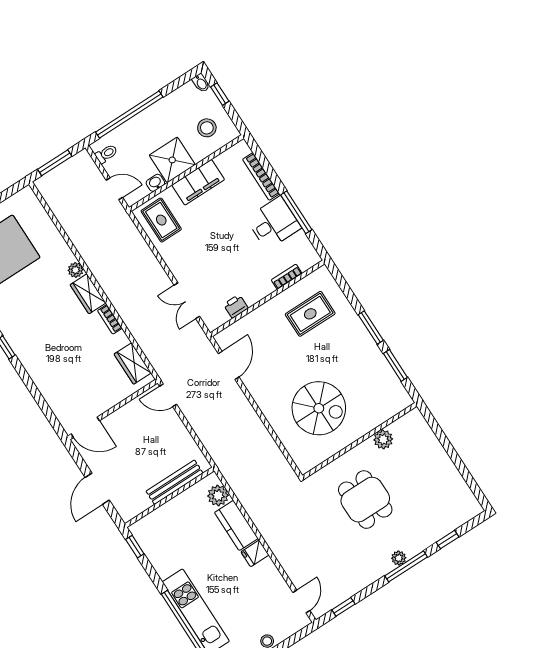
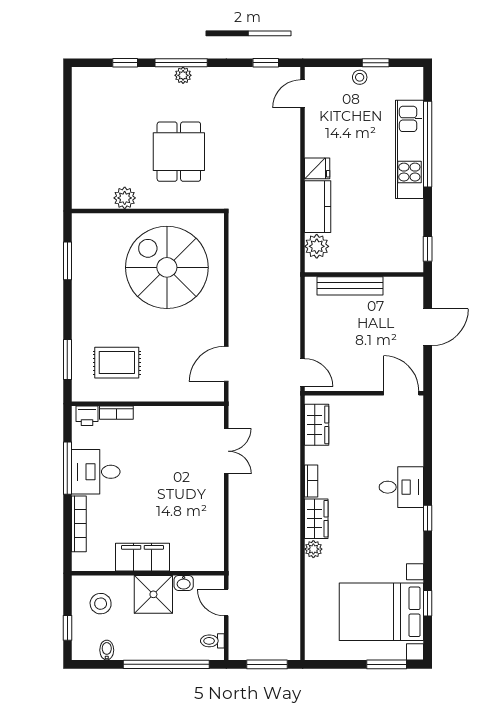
bidet: (201, 83) -> (107, 650), moved
rug: (161, 220) -> (201, 544), removed
printer: (236, 306) -> (87, 416), moved
window: (371, 327) -> (67, 359), moved
desk: (40, 358) -> (401, 487), added
spiral stairs: (319, 408) -> (167, 267), width x1.37, depth x1.37

